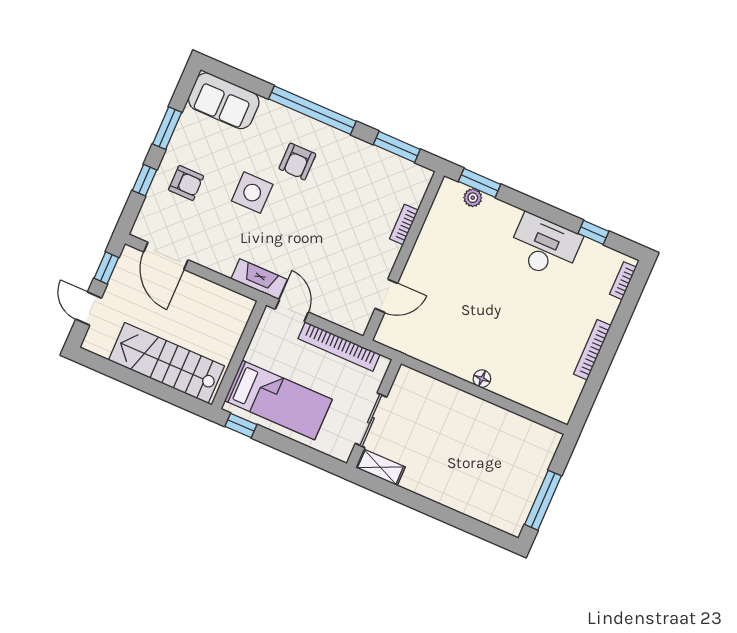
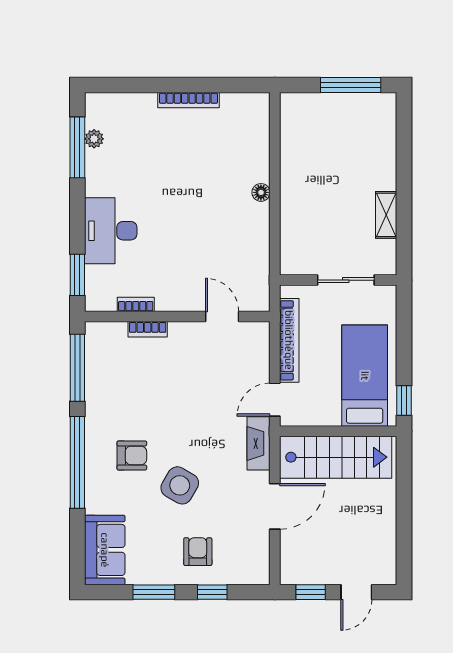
window: (397, 147) -> (77, 368), width x1.44
side table: (252, 193) -> (180, 485), turned 30
plant: (473, 198) -> (94, 139), moved
window: (593, 232) -> (77, 147), width x2.17
desk: (545, 247) -> (111, 231), moved
door: (166, 256) -> (275, 506), moved
bookcase: (623, 281) -> (136, 304), moved, turned 180
stairs: (166, 363) -> (336, 457), moved, turned -90
shelving: (380, 467) -> (386, 215), moved

